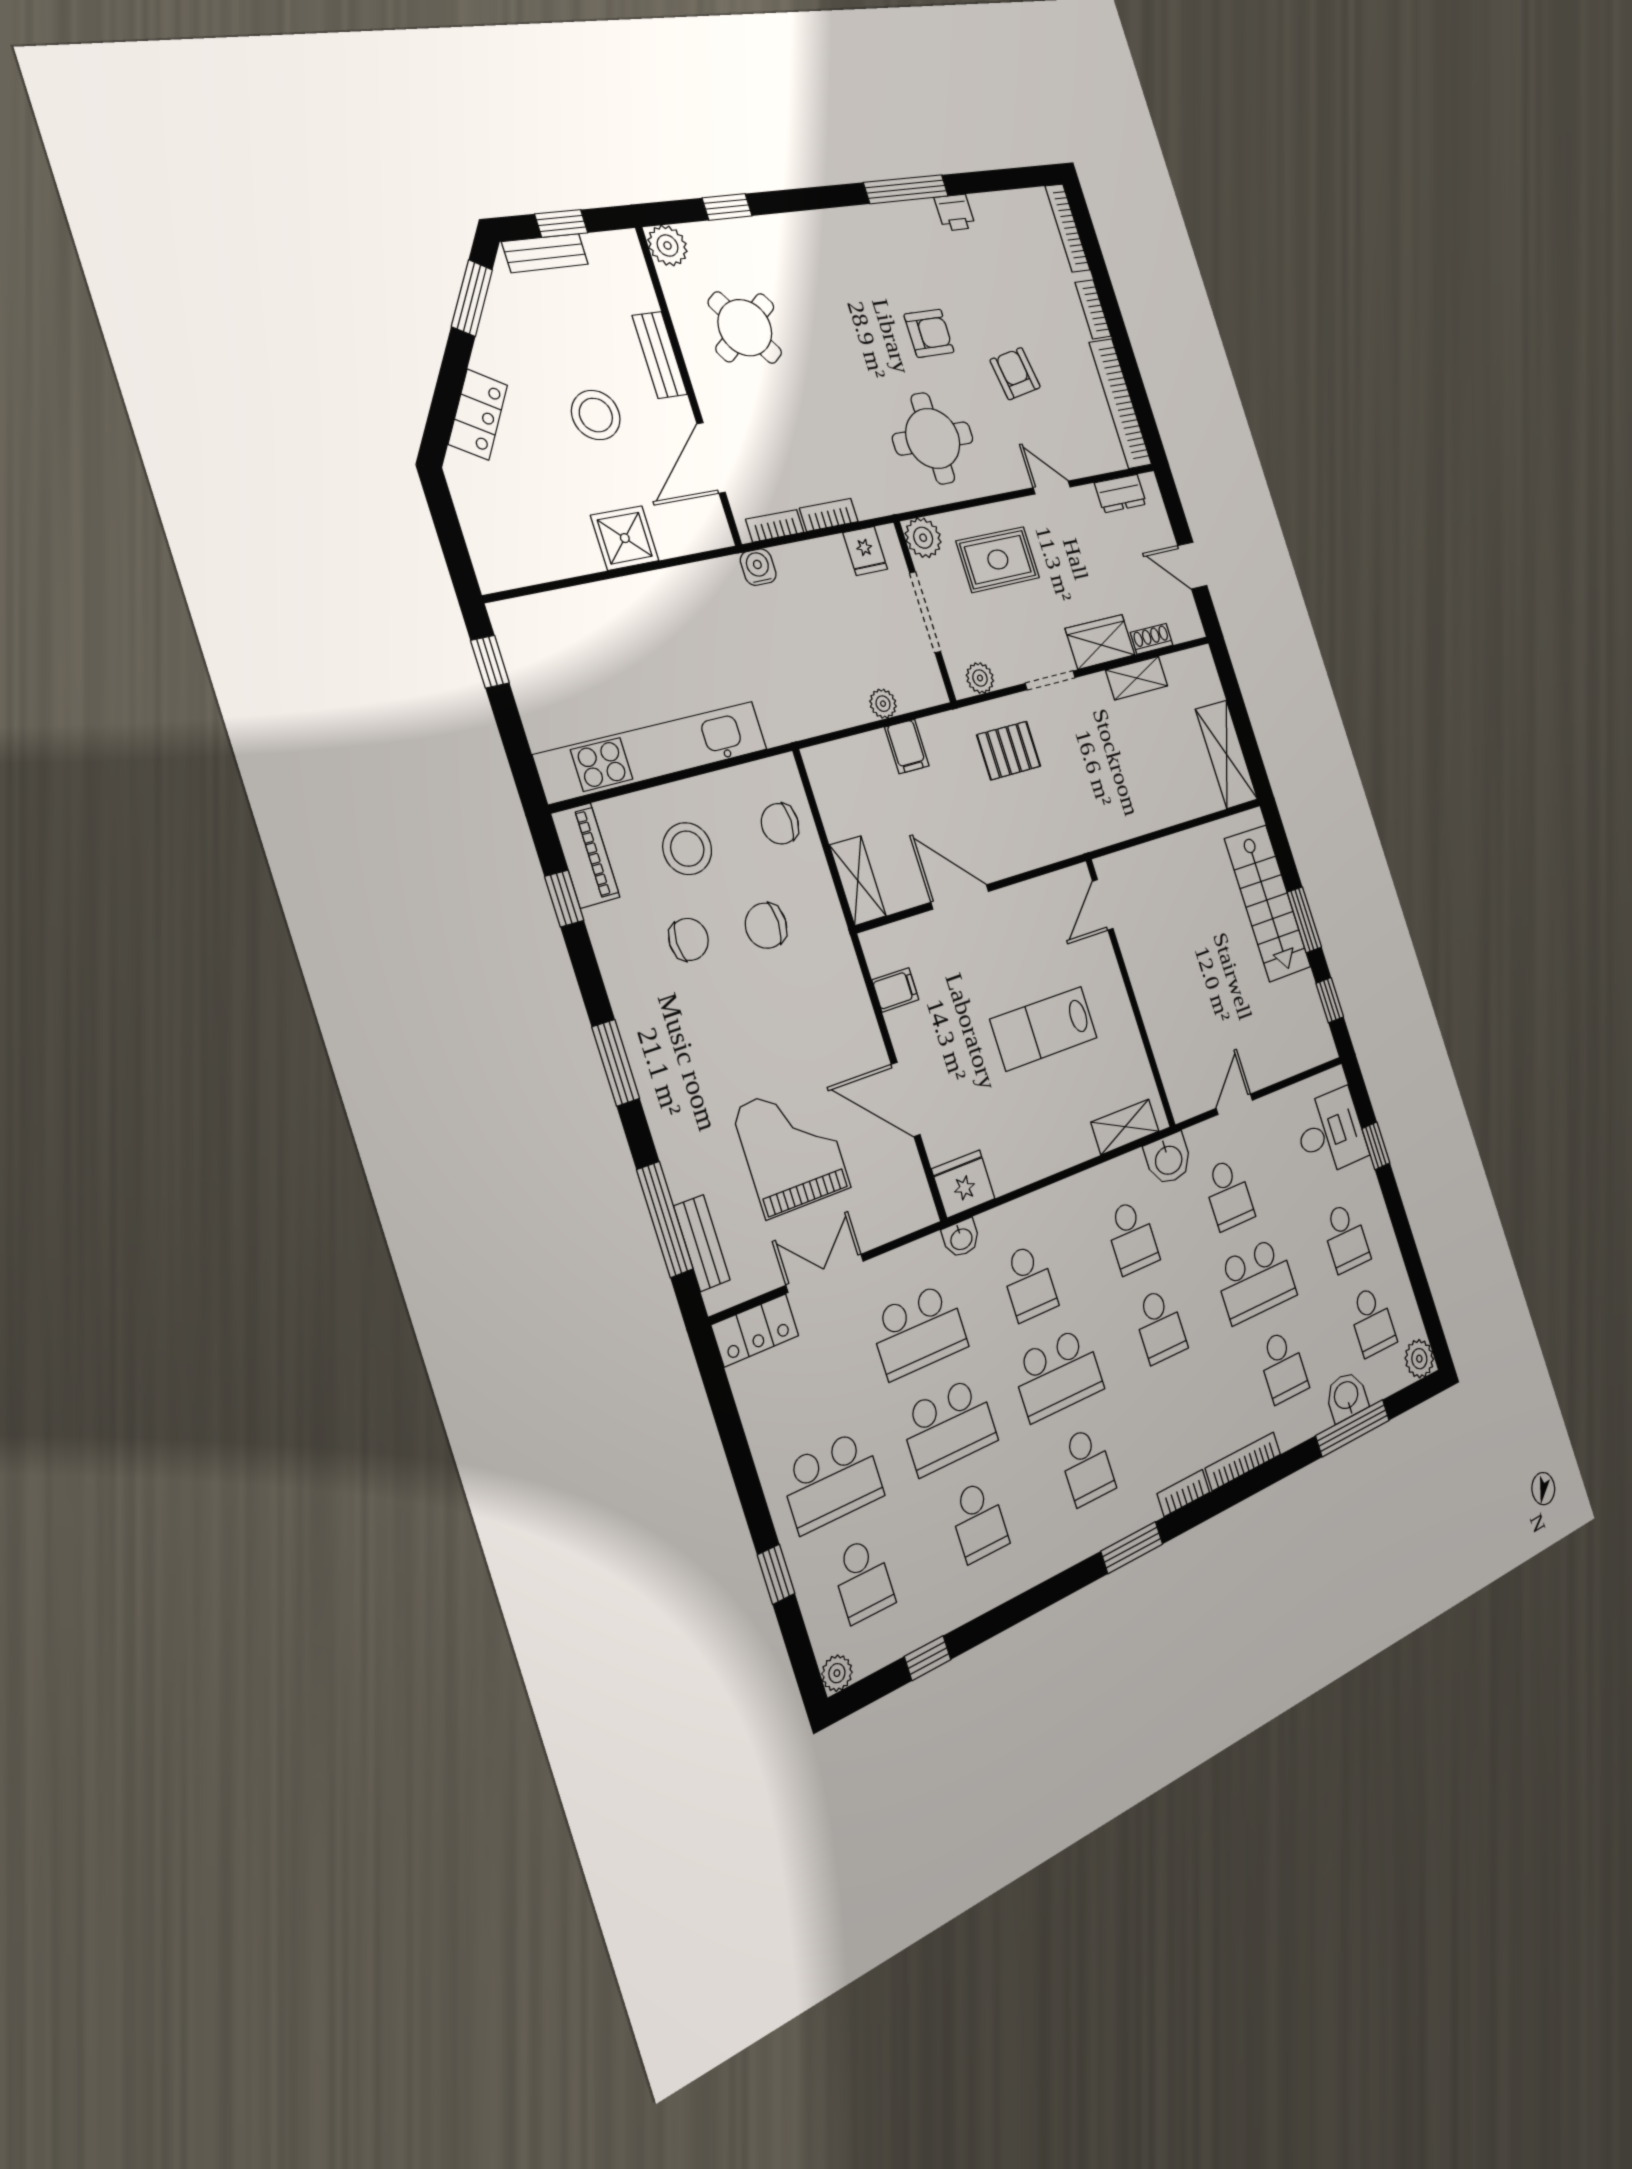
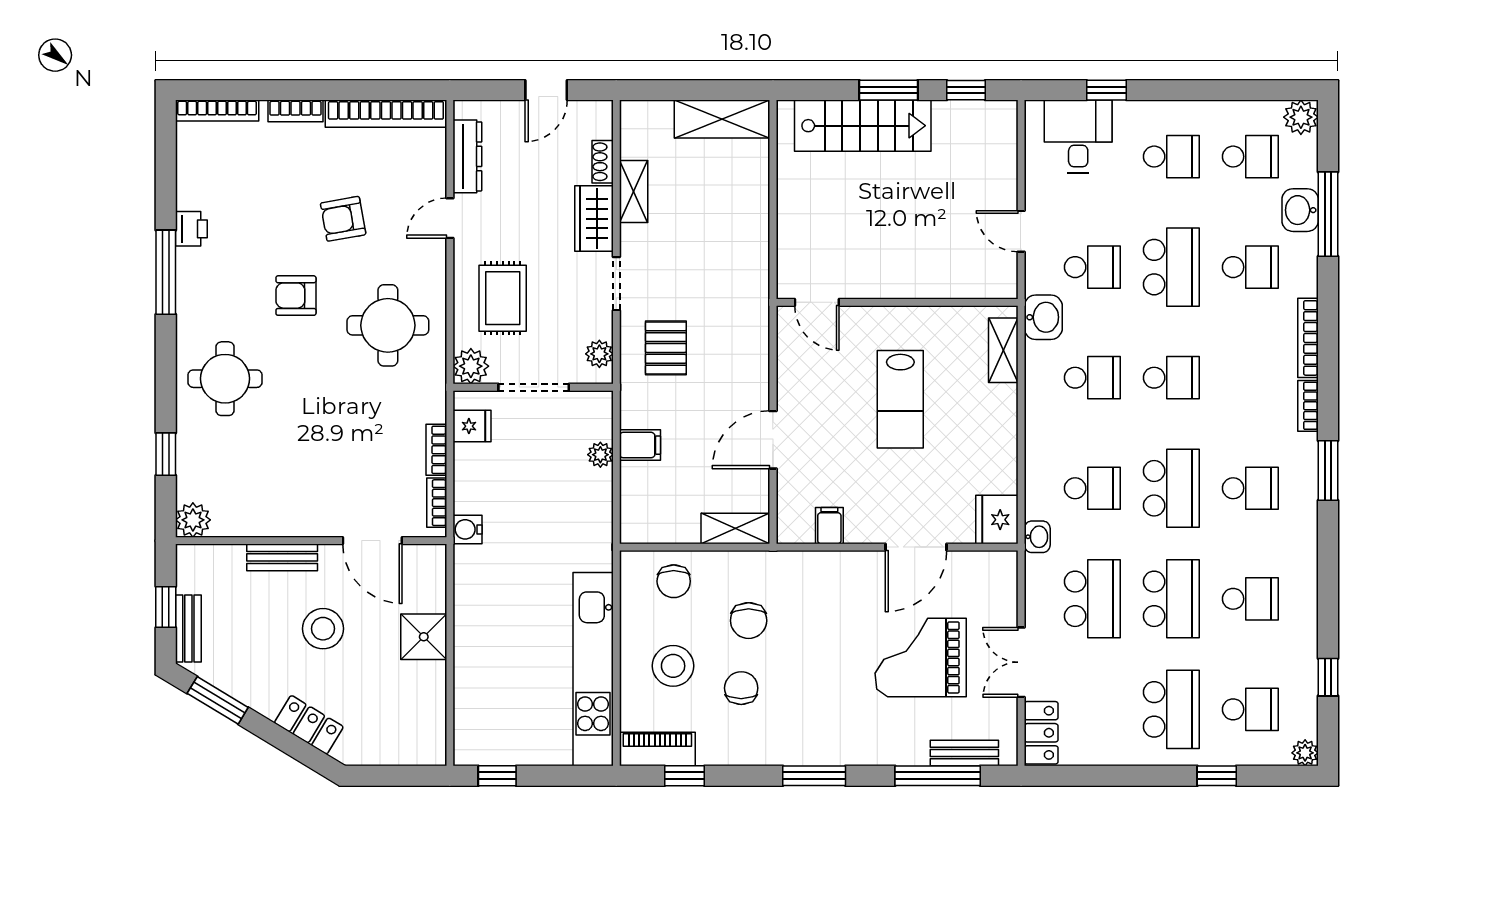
round table: (745, 328) -> (225, 379), moved, turned 36
armchair: (929, 333) -> (296, 296), turned -90
dresser: (1121, 493) -> (467, 156), width x1.44

